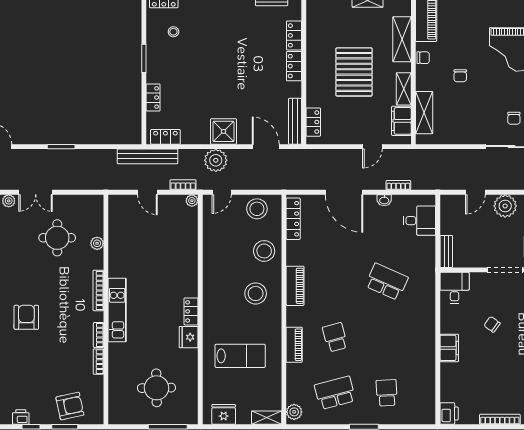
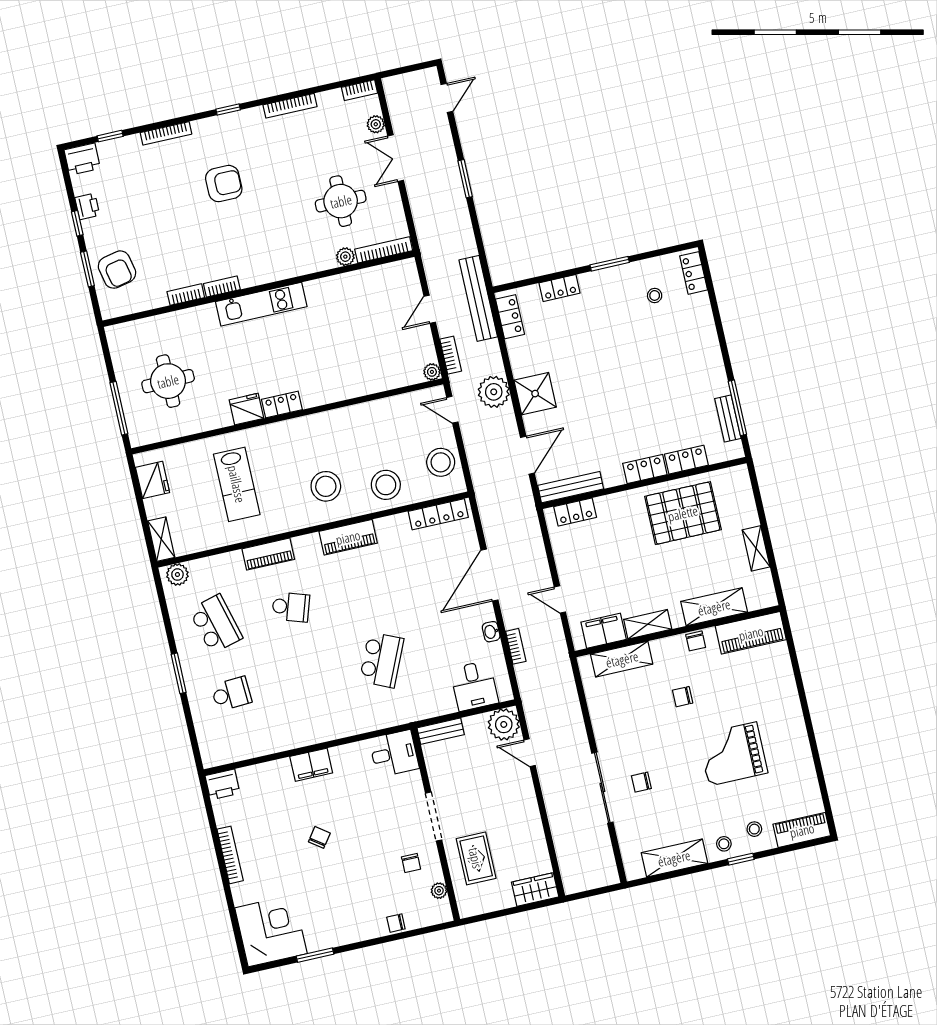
pallet: (354, 72) -> (683, 513), moved
plant: (505, 206) -> (504, 724), moved
bookcase: (98, 290) -> (384, 250), moved
chair: (492, 324) -> (319, 837), moved
school desk: (335, 337) -> (291, 607), turned 33

